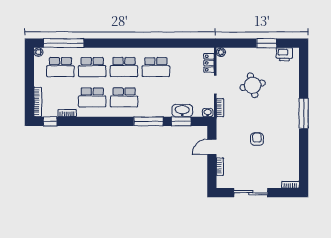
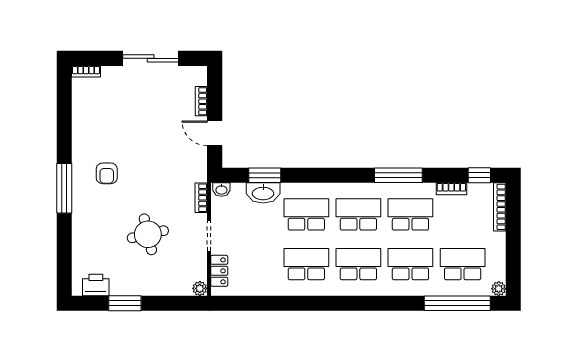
school desk: (156, 97) -> (306, 214), added
window: (148, 121) -> (398, 175), moved
armchair: (257, 139) -> (107, 173), moved
door: (212, 147) -> (215, 133), swing flipped

